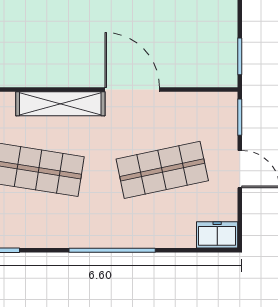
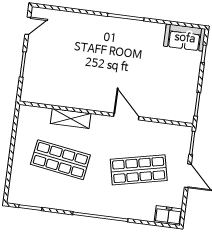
door: (132, 90) -> (126, 117), width x0.73
shelving: (60, 104) -> (71, 118), width x0.68

